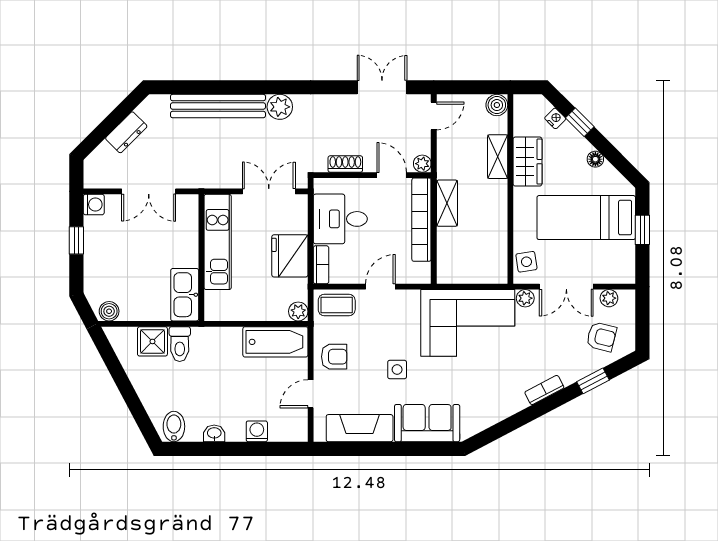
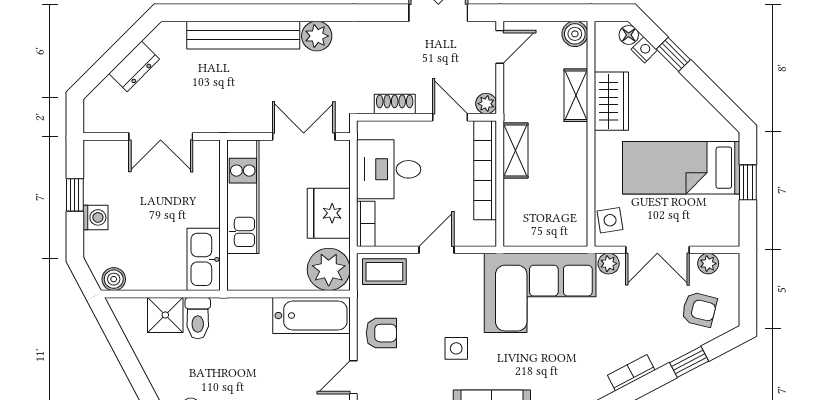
floor lamp: (595, 159) -> (629, 35), moved
washing machine: (94, 205) -> (95, 217), moved
plant: (298, 311) -> (329, 269), width x1.87, depth x1.87

